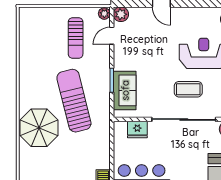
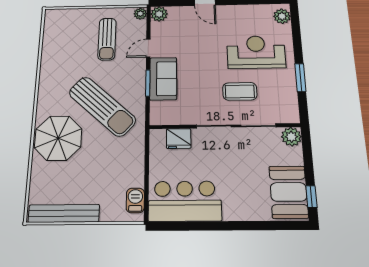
door: (112, 36) -> (148, 48), moved
sofa: (125, 90) -> (163, 79), moved
sun lounger: (74, 101) -> (102, 106), turned 146

